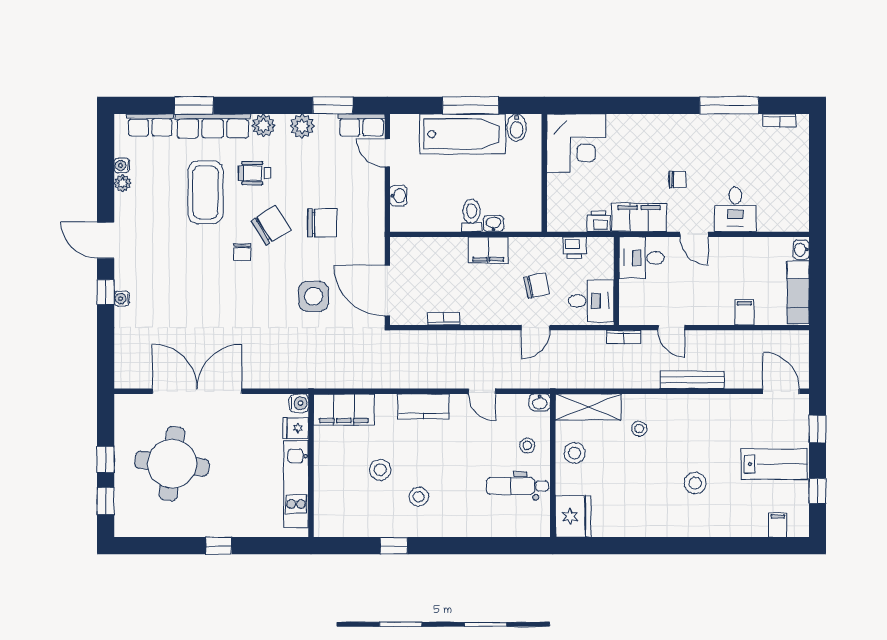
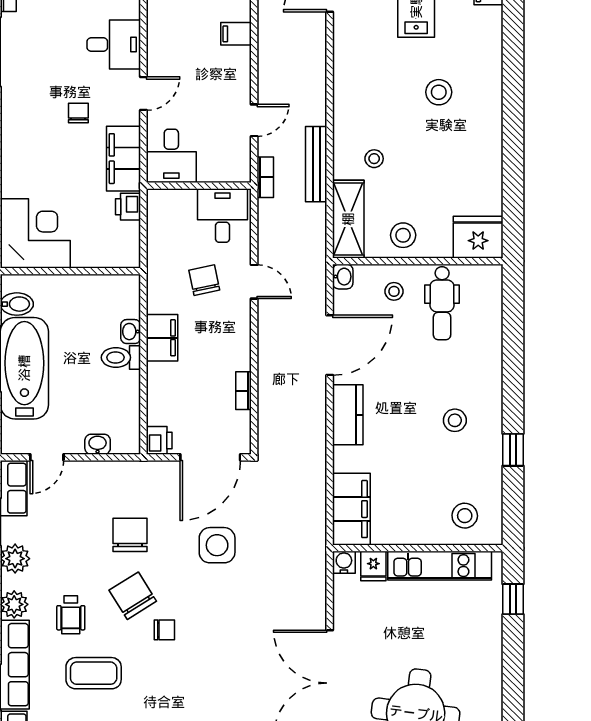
coffee table: (206, 192) -> (94, 673), width x0.73, depth x0.76
printer: (574, 248) -> (159, 440), moved
bench: (692, 380) -> (316, 164), moved
door: (482, 391) -> (330, 345), width x1.88
stool: (380, 470) -> (465, 516), moved
window: (219, 546) -> (513, 599), moved

